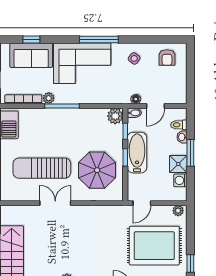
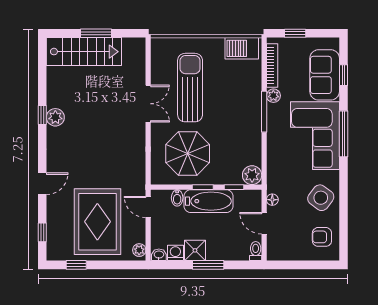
window: (99, 39) -> (343, 134), moved
side table: (134, 58) -> (321, 198), width x1.87, depth x1.87
bidet: (134, 113) -> (177, 198), moved
toilet: (179, 125) -> (256, 251), moved
washbasin: (182, 137) -> (159, 255), moved

